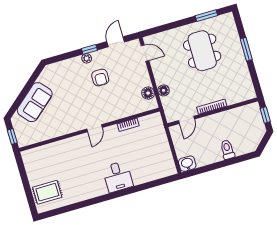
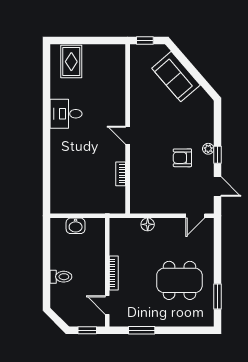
window: (246, 49) -> (142, 330), moved
floor lamp: (148, 93) -> (150, 206), removed
door: (187, 120) -> (107, 305), moved
washbasin: (187, 164) -> (76, 226), moved, turned 90
desk: (118, 177) -> (66, 114), moved

